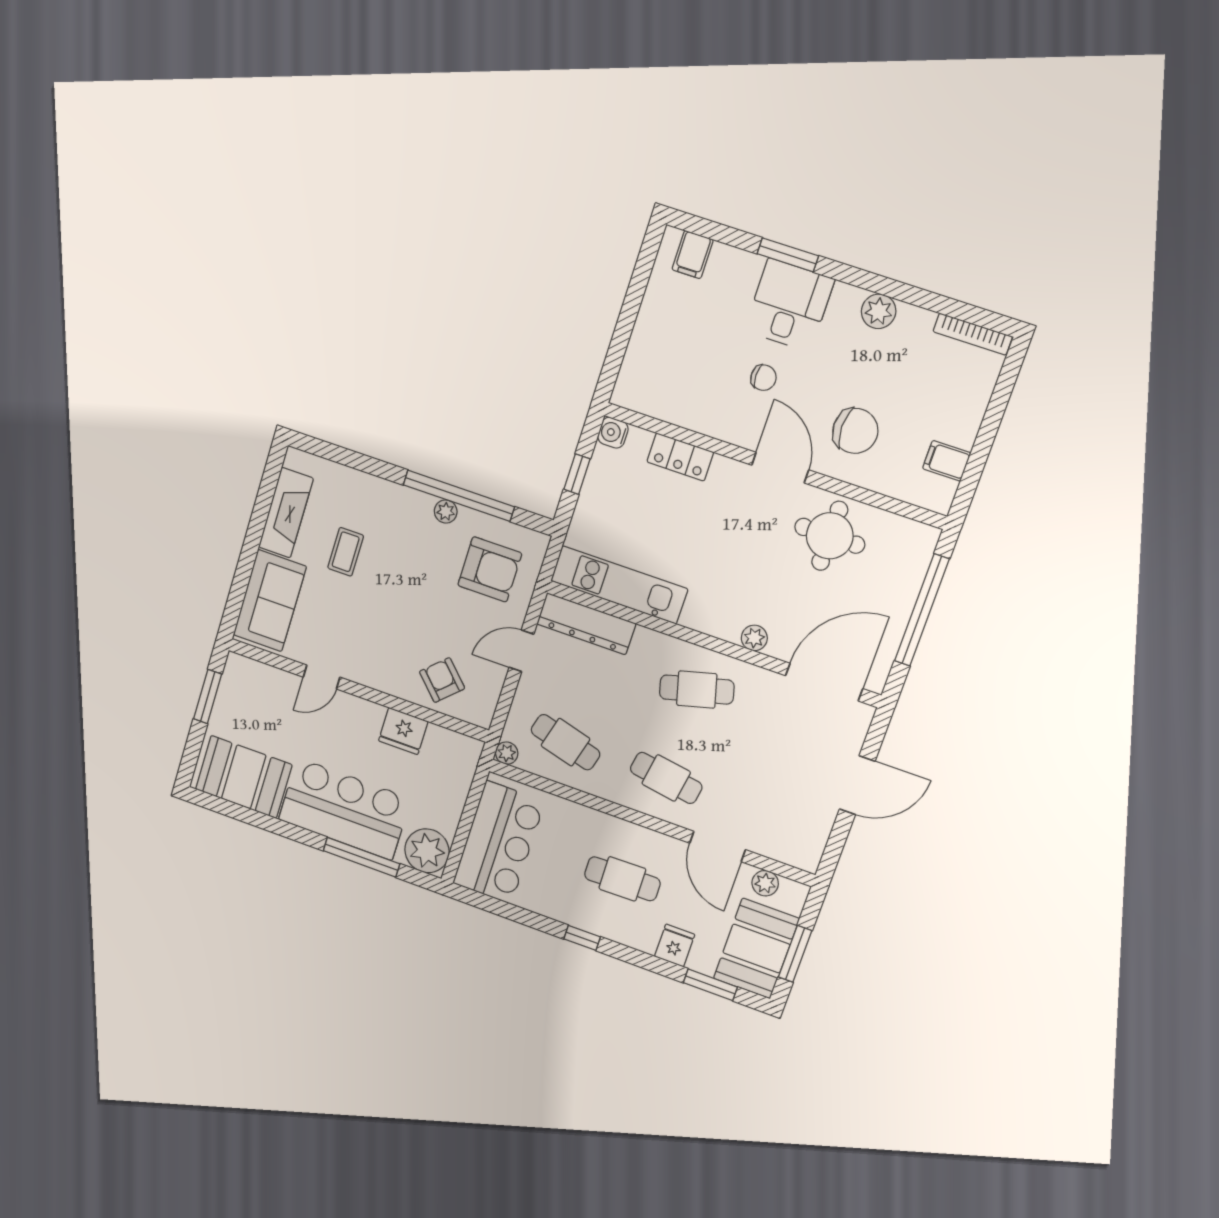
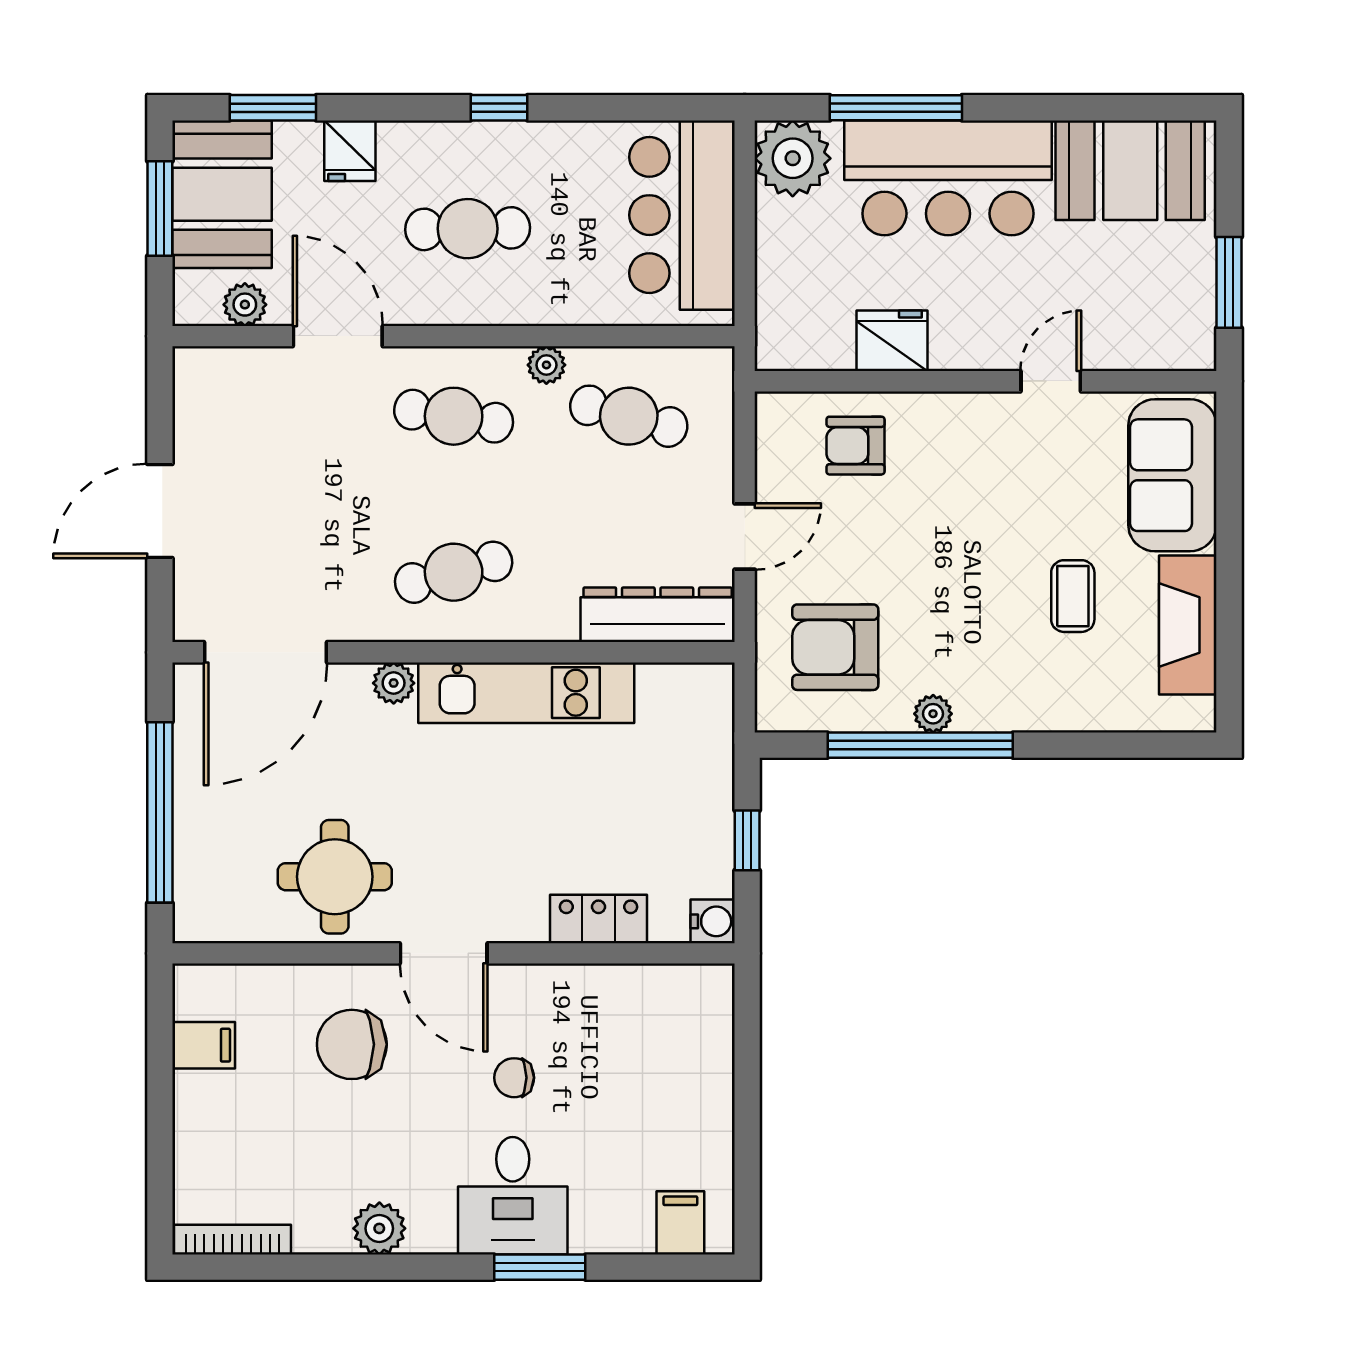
kitchen unit: (619, 585) -> (526, 693), moved
armchair: (442, 680) -> (855, 446), turned 134
plant: (507, 753) -> (546, 365), moved

